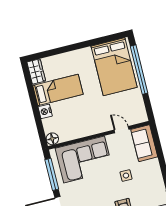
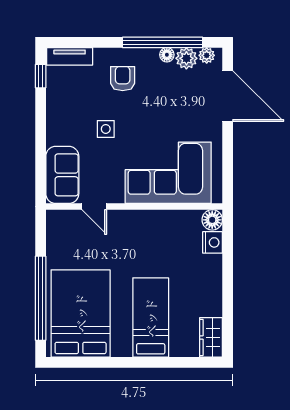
bed: (58, 90) -> (151, 318), moved, turned 90
nightstand: (45, 111) -> (213, 242), moved
window: (52, 174) -> (228, 161), removed

